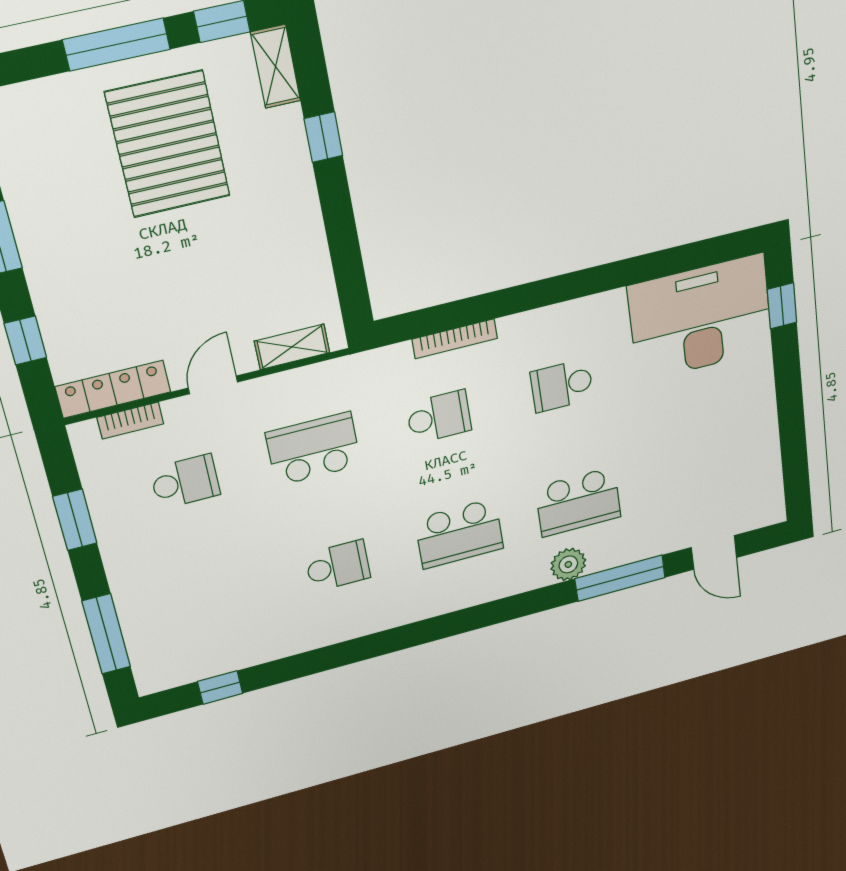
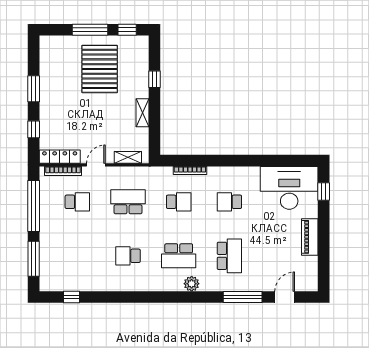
shelving: (276, 66) -> (142, 113), moved
piano: (759, 413) -> (310, 237), added
bookcase: (130, 421) -> (63, 171), width x1.56
school desk: (578, 502) -> (229, 256), turned -90
window: (75, 520) -> (34, 206), width x2.11
door: (714, 553) -> (285, 297), swing flipped
plant: (568, 564) -> (192, 284), moved
school desk: (338, 566) -> (128, 256), turned 180

